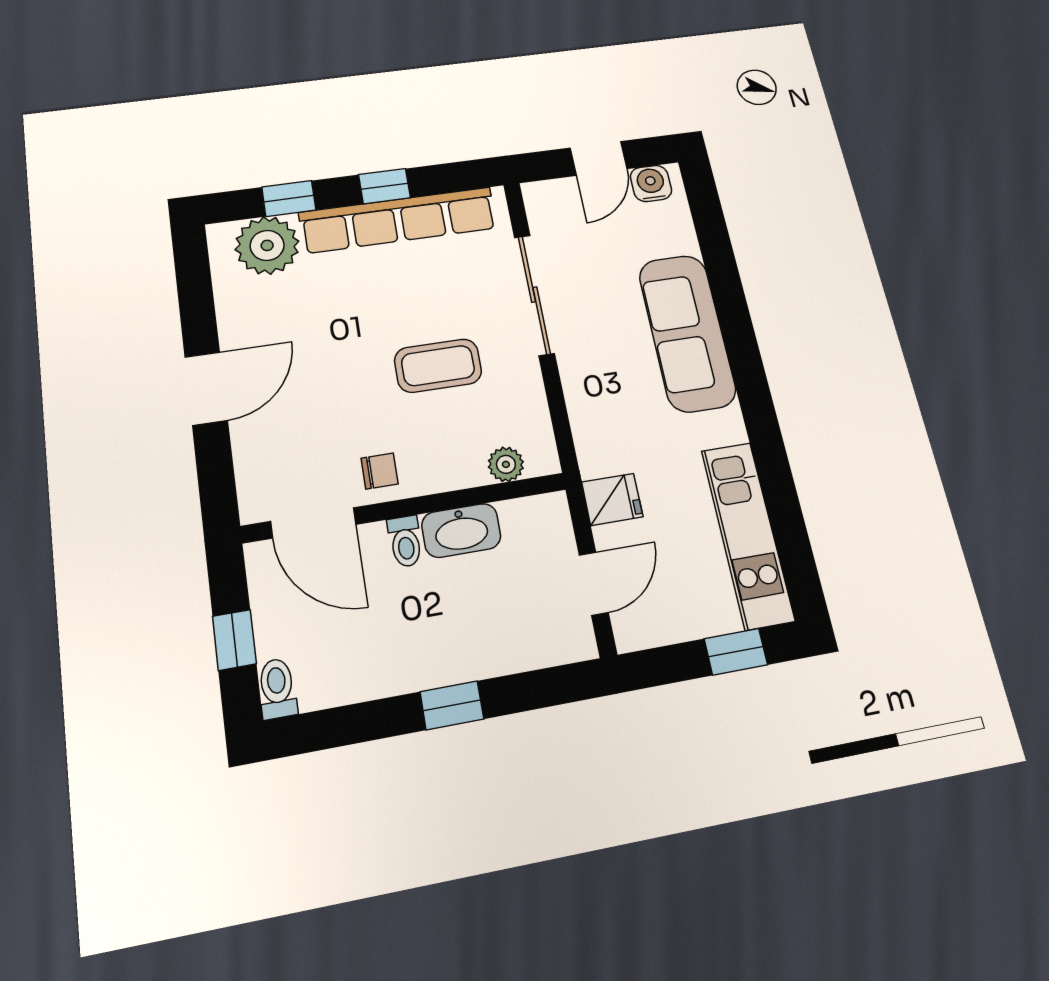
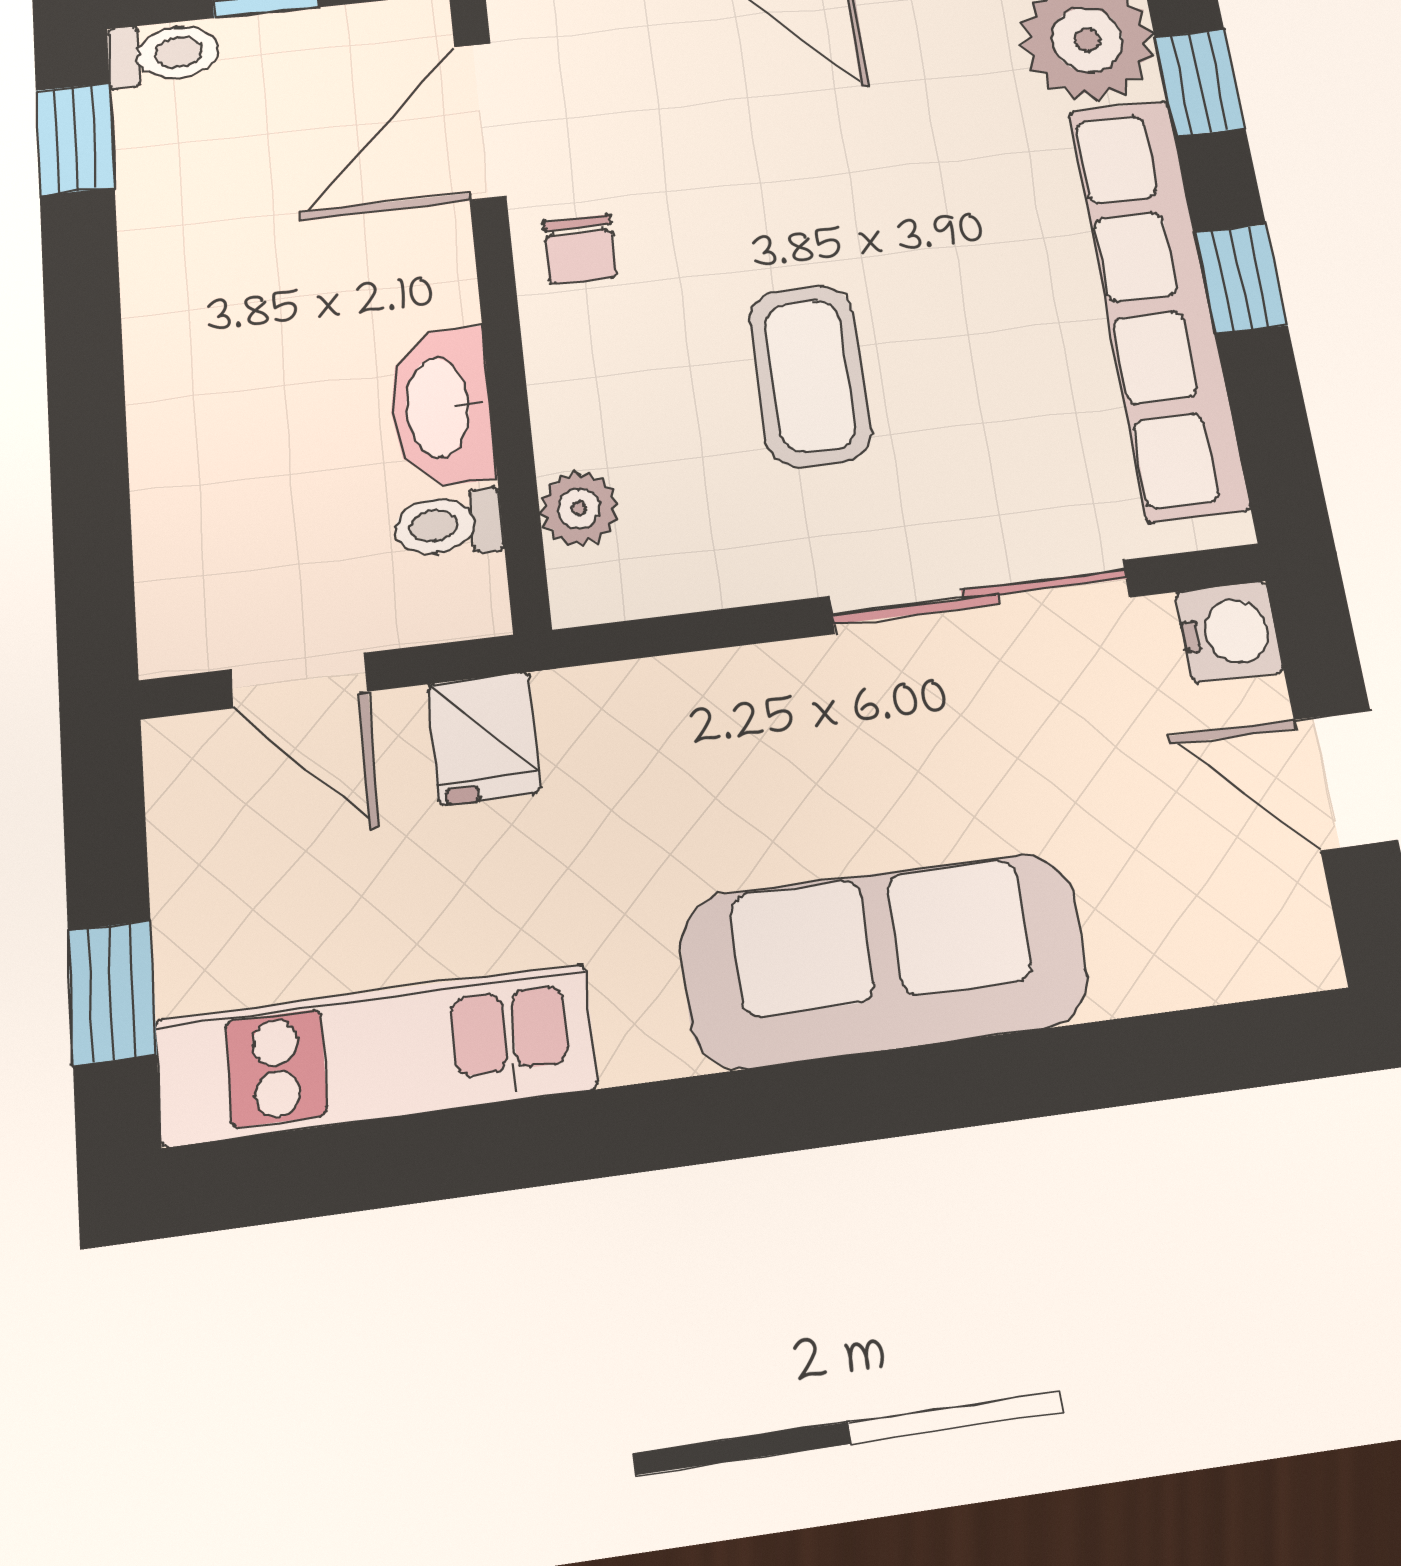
water cooler: (651, 183) -> (1229, 632), moved
toilet: (405, 541) -> (448, 524), moved
window: (452, 705) -> (75, 139), moved

